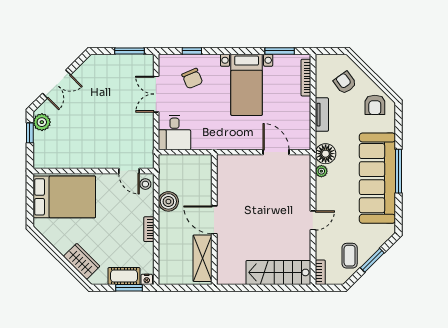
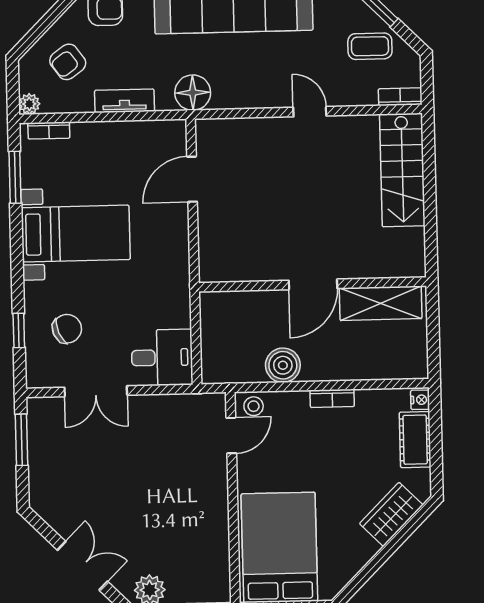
bookcase: (306, 78) -> (49, 130), width x0.64
plant: (321, 171) -> (29, 104), moved
window: (129, 288) -> (435, 430), removed

